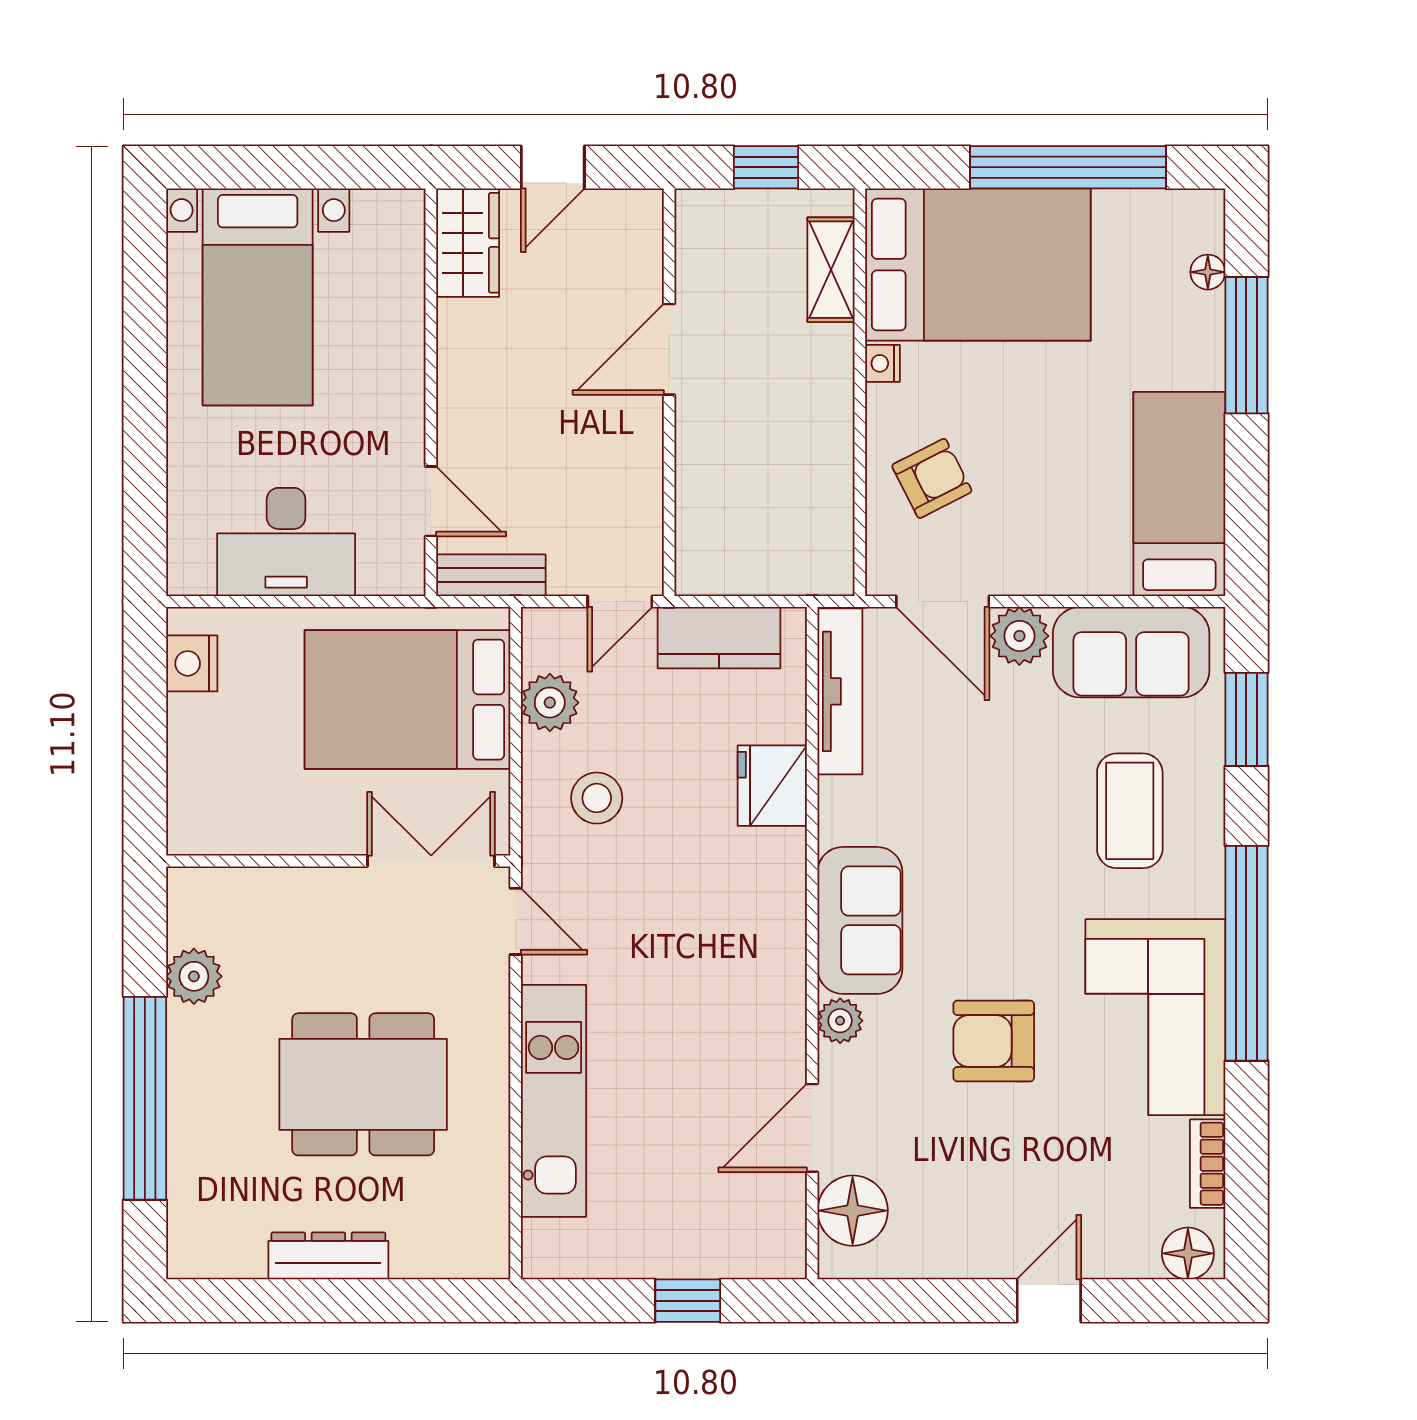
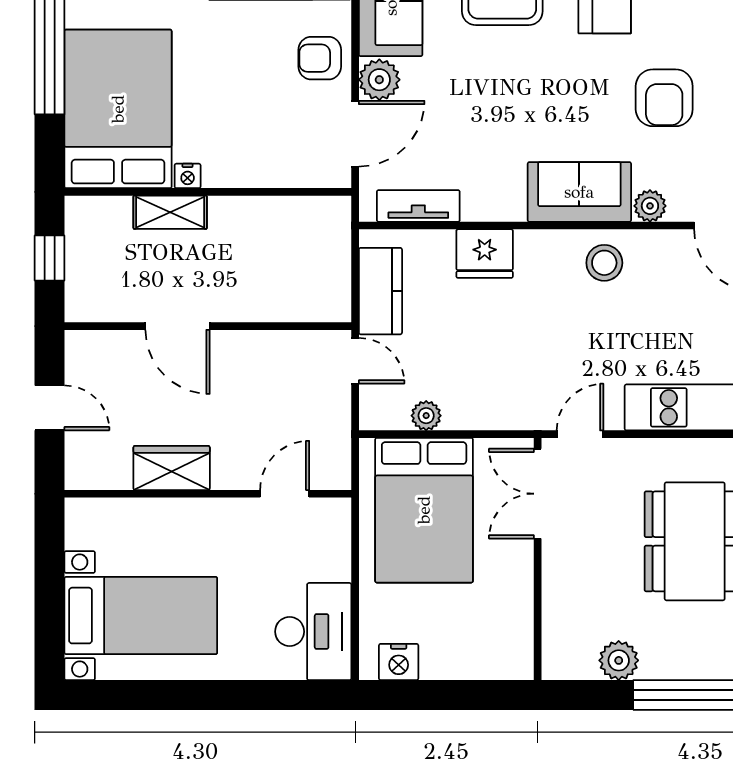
wardrobe: (468, 243) -> (172, 468), moved
shelving: (831, 270) -> (170, 212), moved
armchair: (932, 478) -> (320, 58), moved, turned -63
desk: (286, 542) -> (313, 632), moved
bench: (491, 575) -> (337, 452), removed
tv unit: (840, 691) -> (418, 206), width x0.71
plant: (550, 703) -> (426, 416), width x0.73, depth x0.73
stool: (597, 798) -> (604, 263), moved

